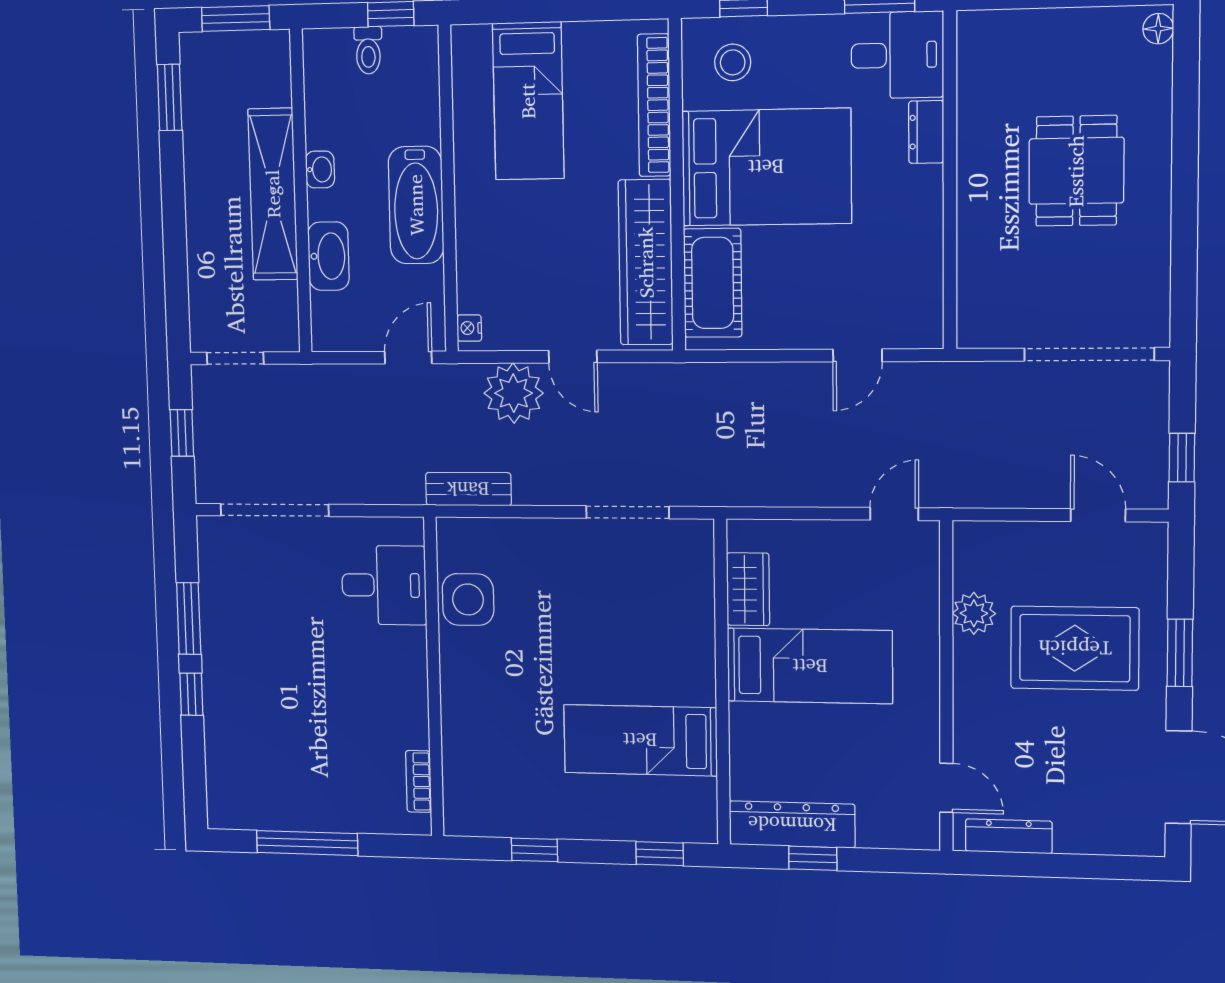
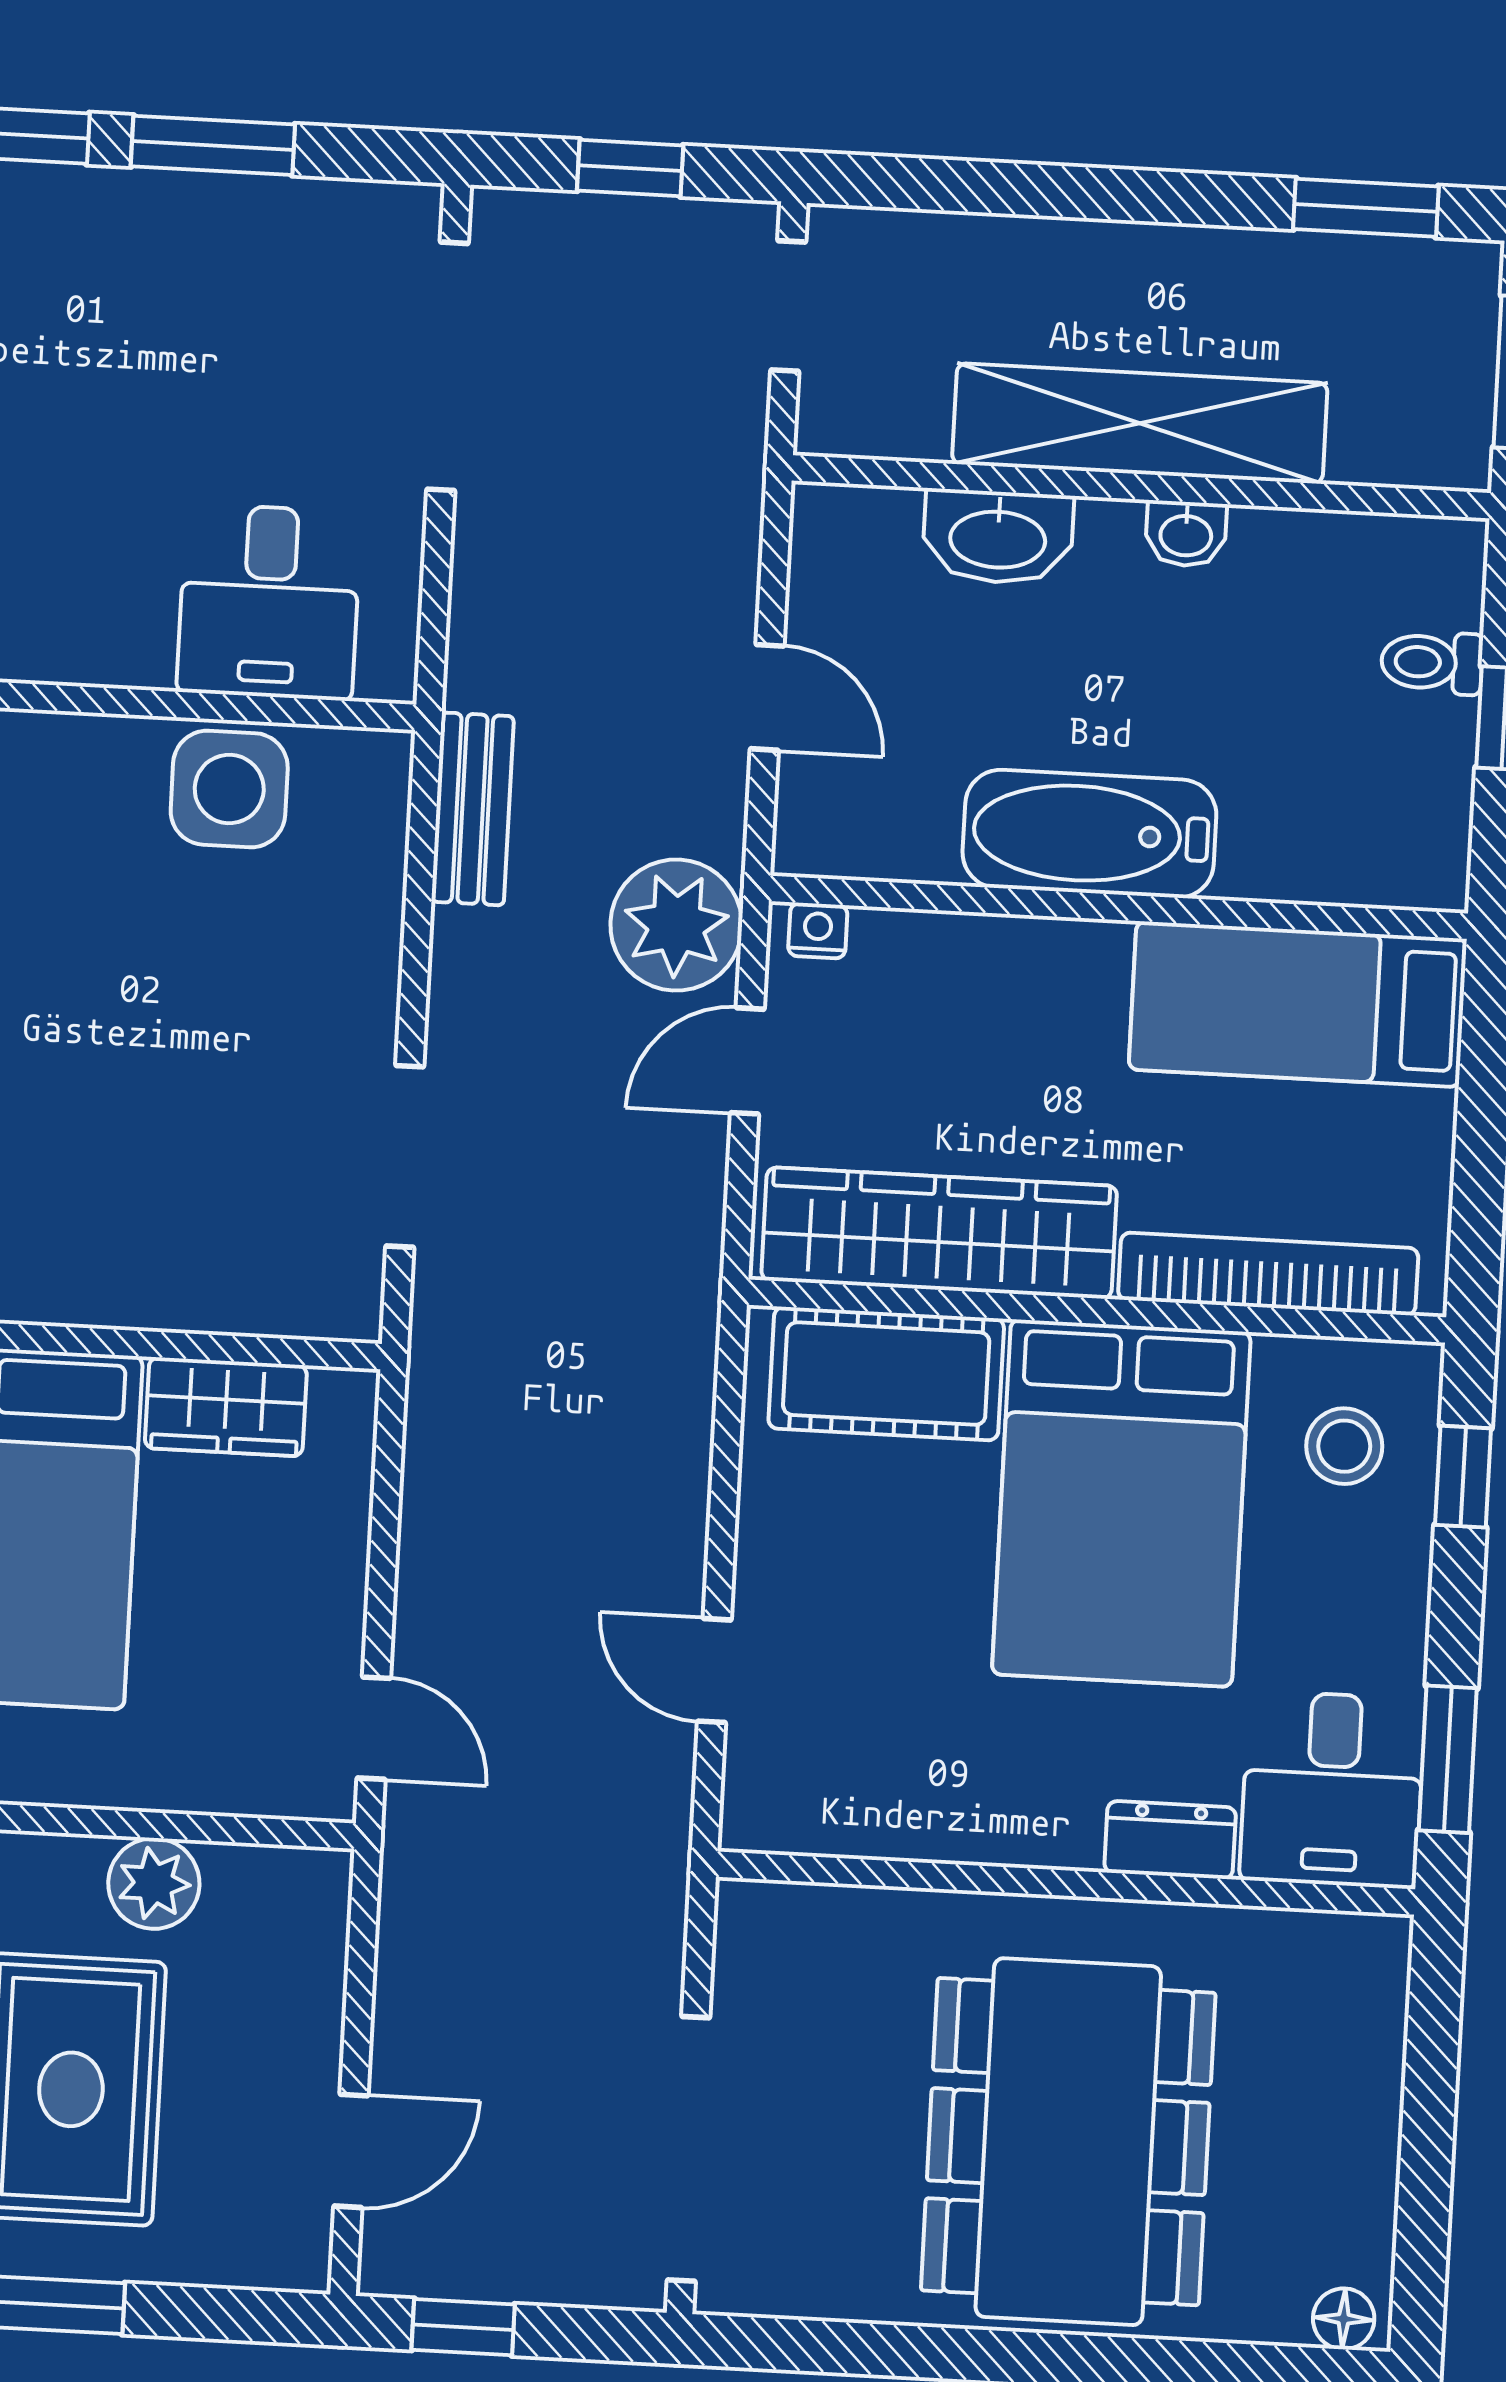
dining table: (1076, 171) -> (1068, 2142), width x1.88, depth x1.24
wall: (448, 189) -> (1118, 907), moved
bathtub: (416, 205) -> (1089, 834), moved
nightstand: (469, 328) -> (818, 931), moved

